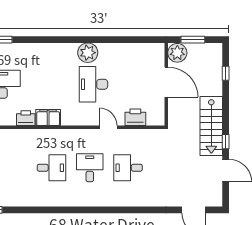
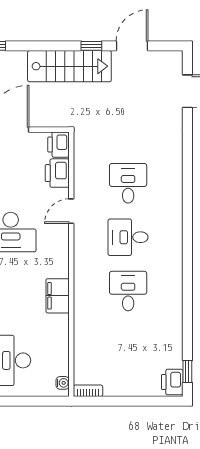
printer: (26, 118) -> (58, 145), moved
desk: (128, 168) -> (128, 183), turned 180

